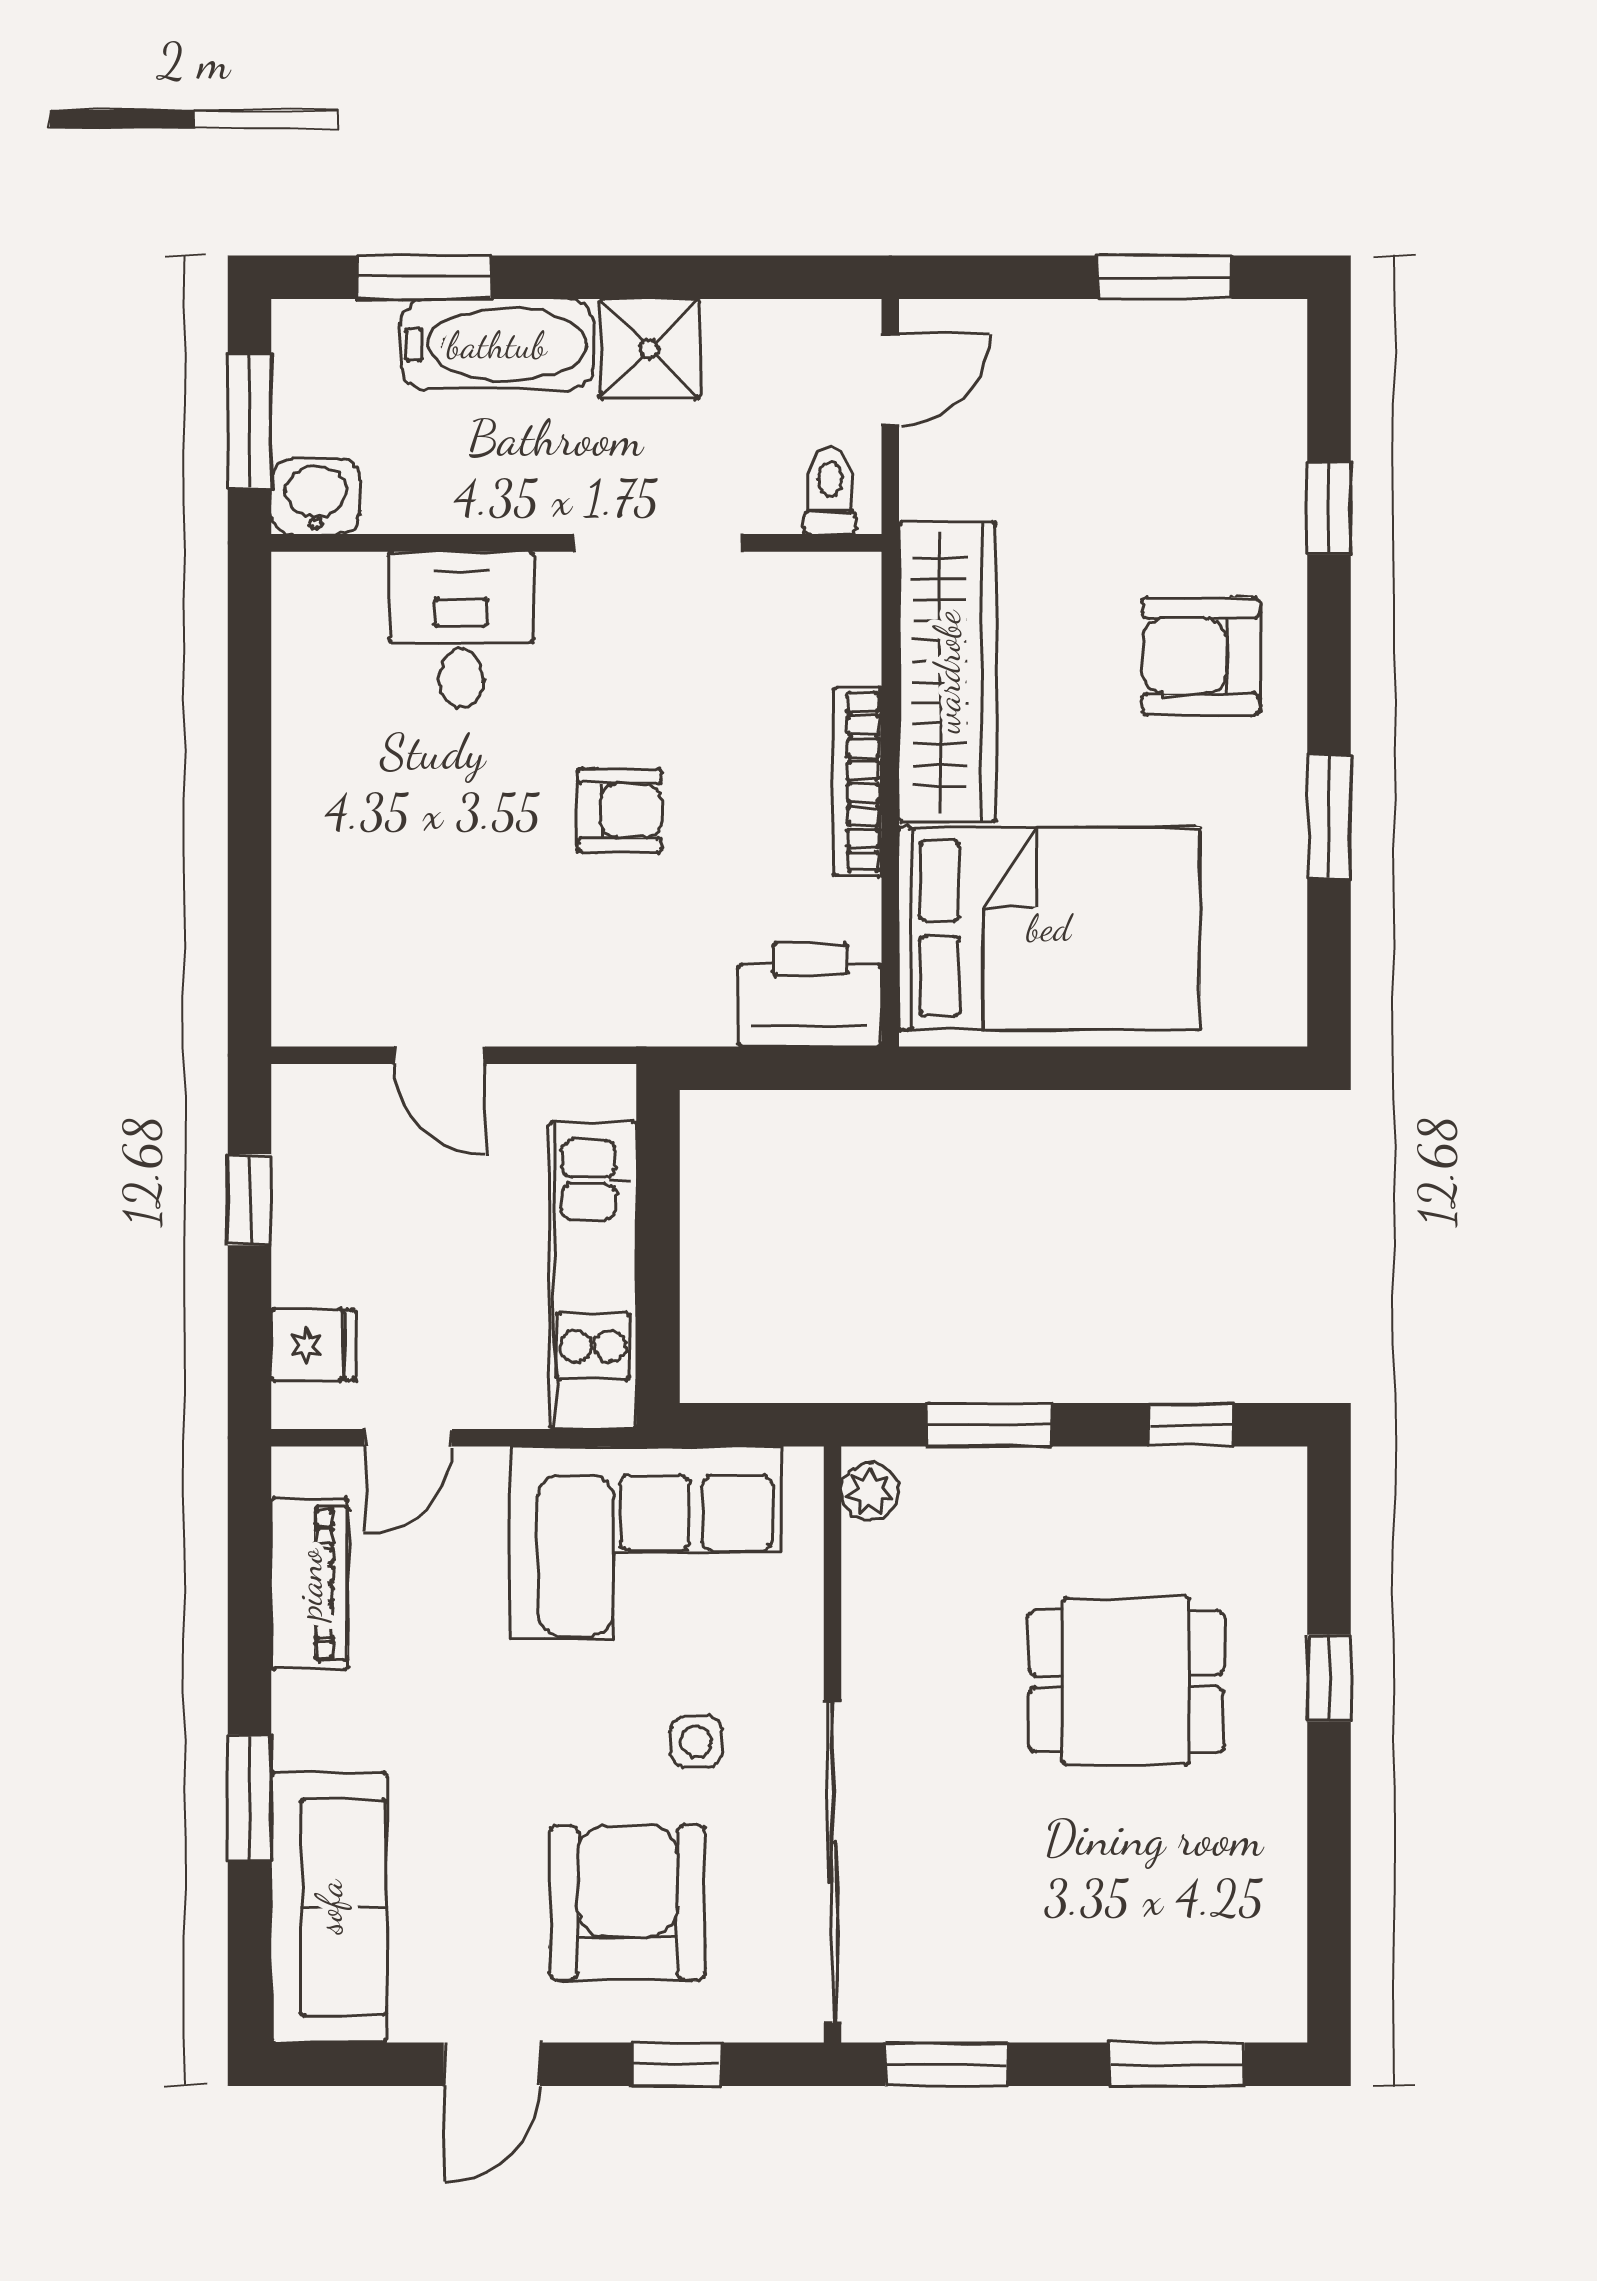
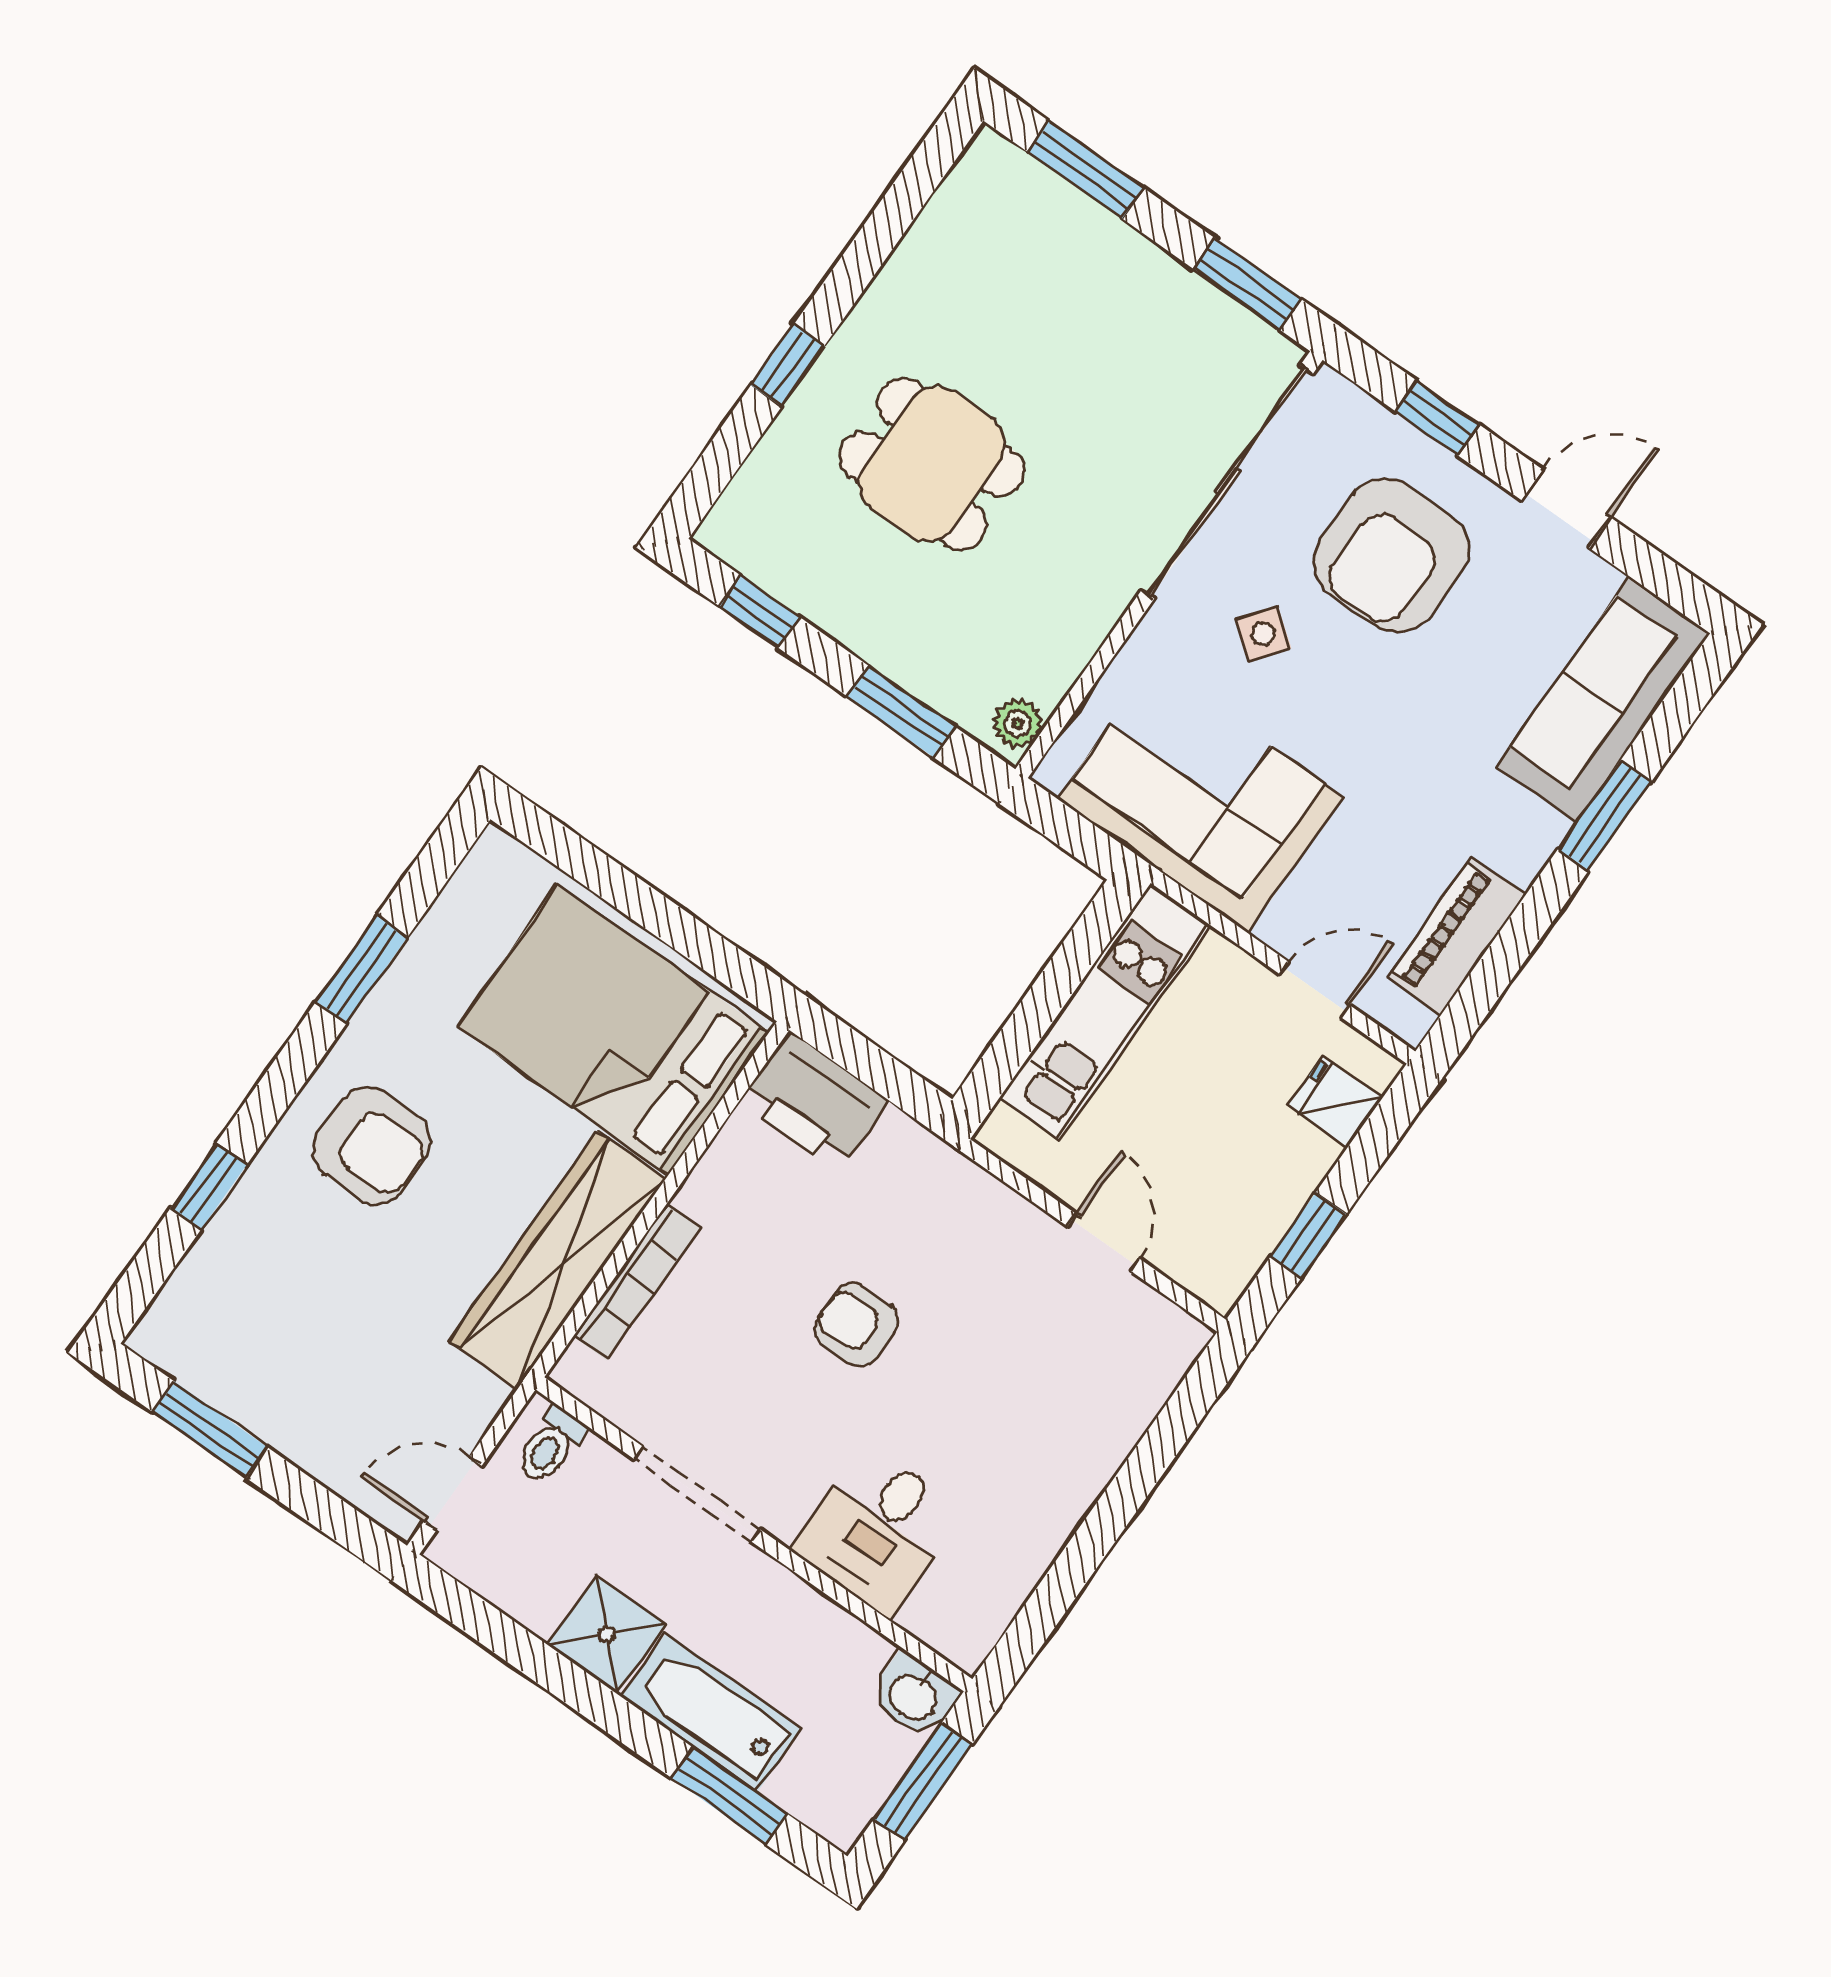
bookcase: (857, 782) -> (637, 1282), moved
side table: (696, 1742) -> (1264, 634), turned 37

